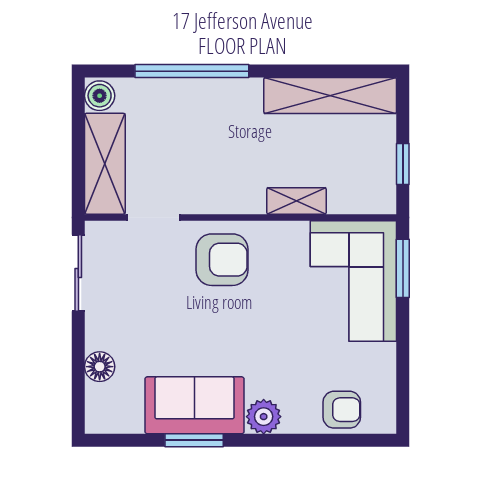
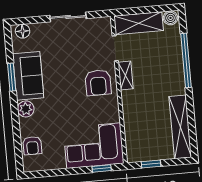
shelving: (297, 201) -> (125, 76), moved
window: (403, 268) -> (102, 168), width x0.67
sliding door: (78, 273) -> (68, 17), moved
floor lamp: (100, 367) -> (23, 31), moved

